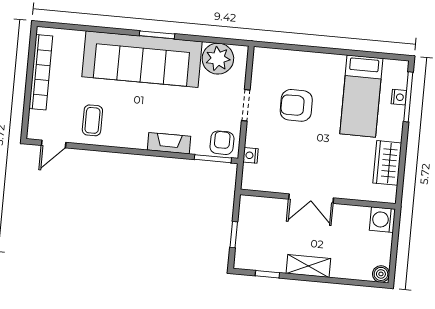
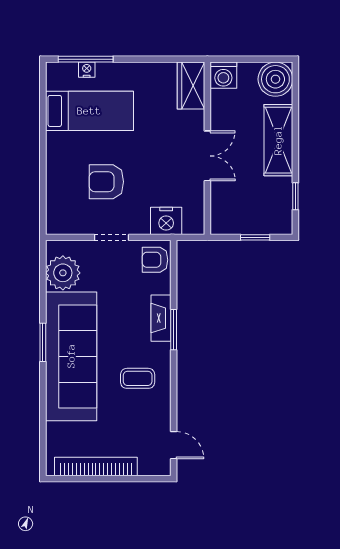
armchair: (296, 105) -> (106, 182), turned 90
coffee table: (92, 120) -> (138, 378), moved
nightstand: (251, 155) -> (166, 221), width x1.89, depth x1.79
window: (213, 159) -> (174, 330), moved
wardrobe: (387, 163) -> (191, 86), moved, turned 90
shelving: (308, 266) -> (278, 140), width x1.50, depth x1.33
boiler: (381, 274) -> (275, 79), width x1.86, depth x1.86

